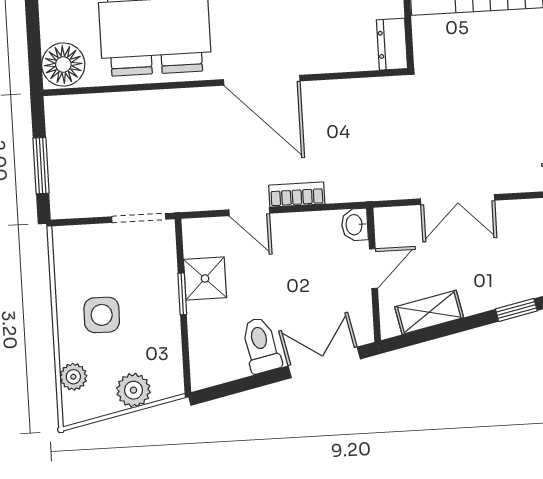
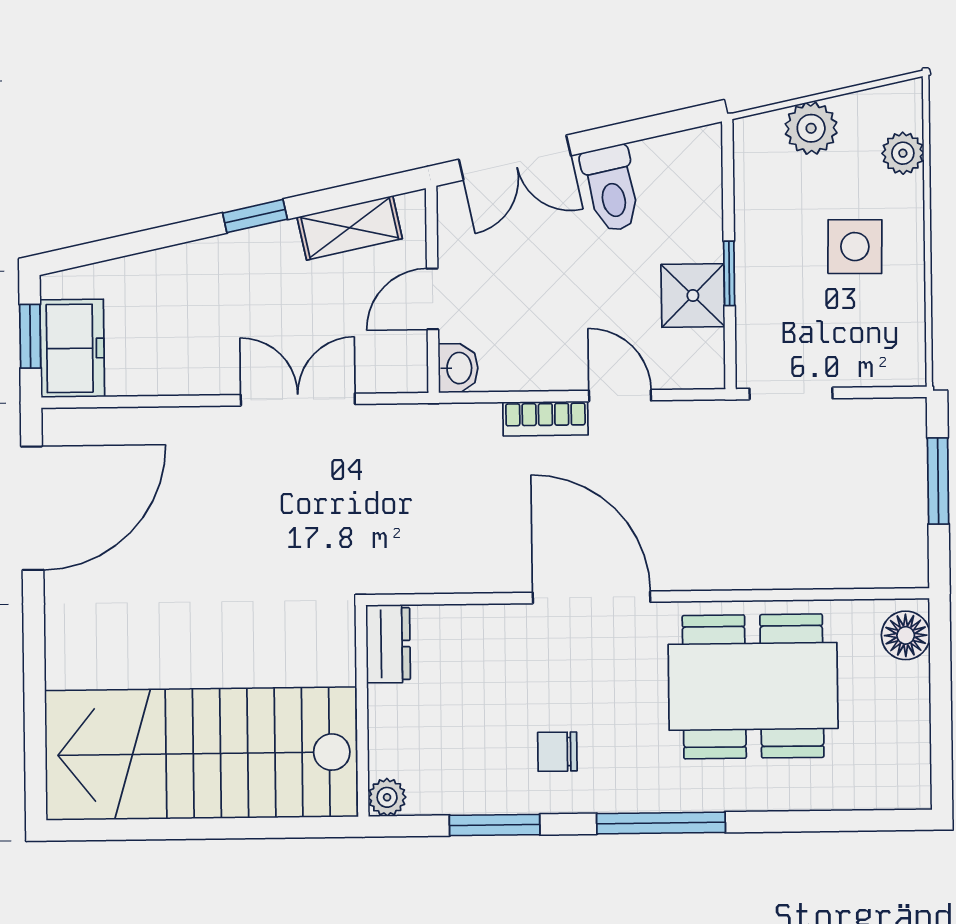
floor lamp: (63, 65) -> (906, 635), width x0.73, depth x0.73
window: (516, 310) -> (255, 216), moved

